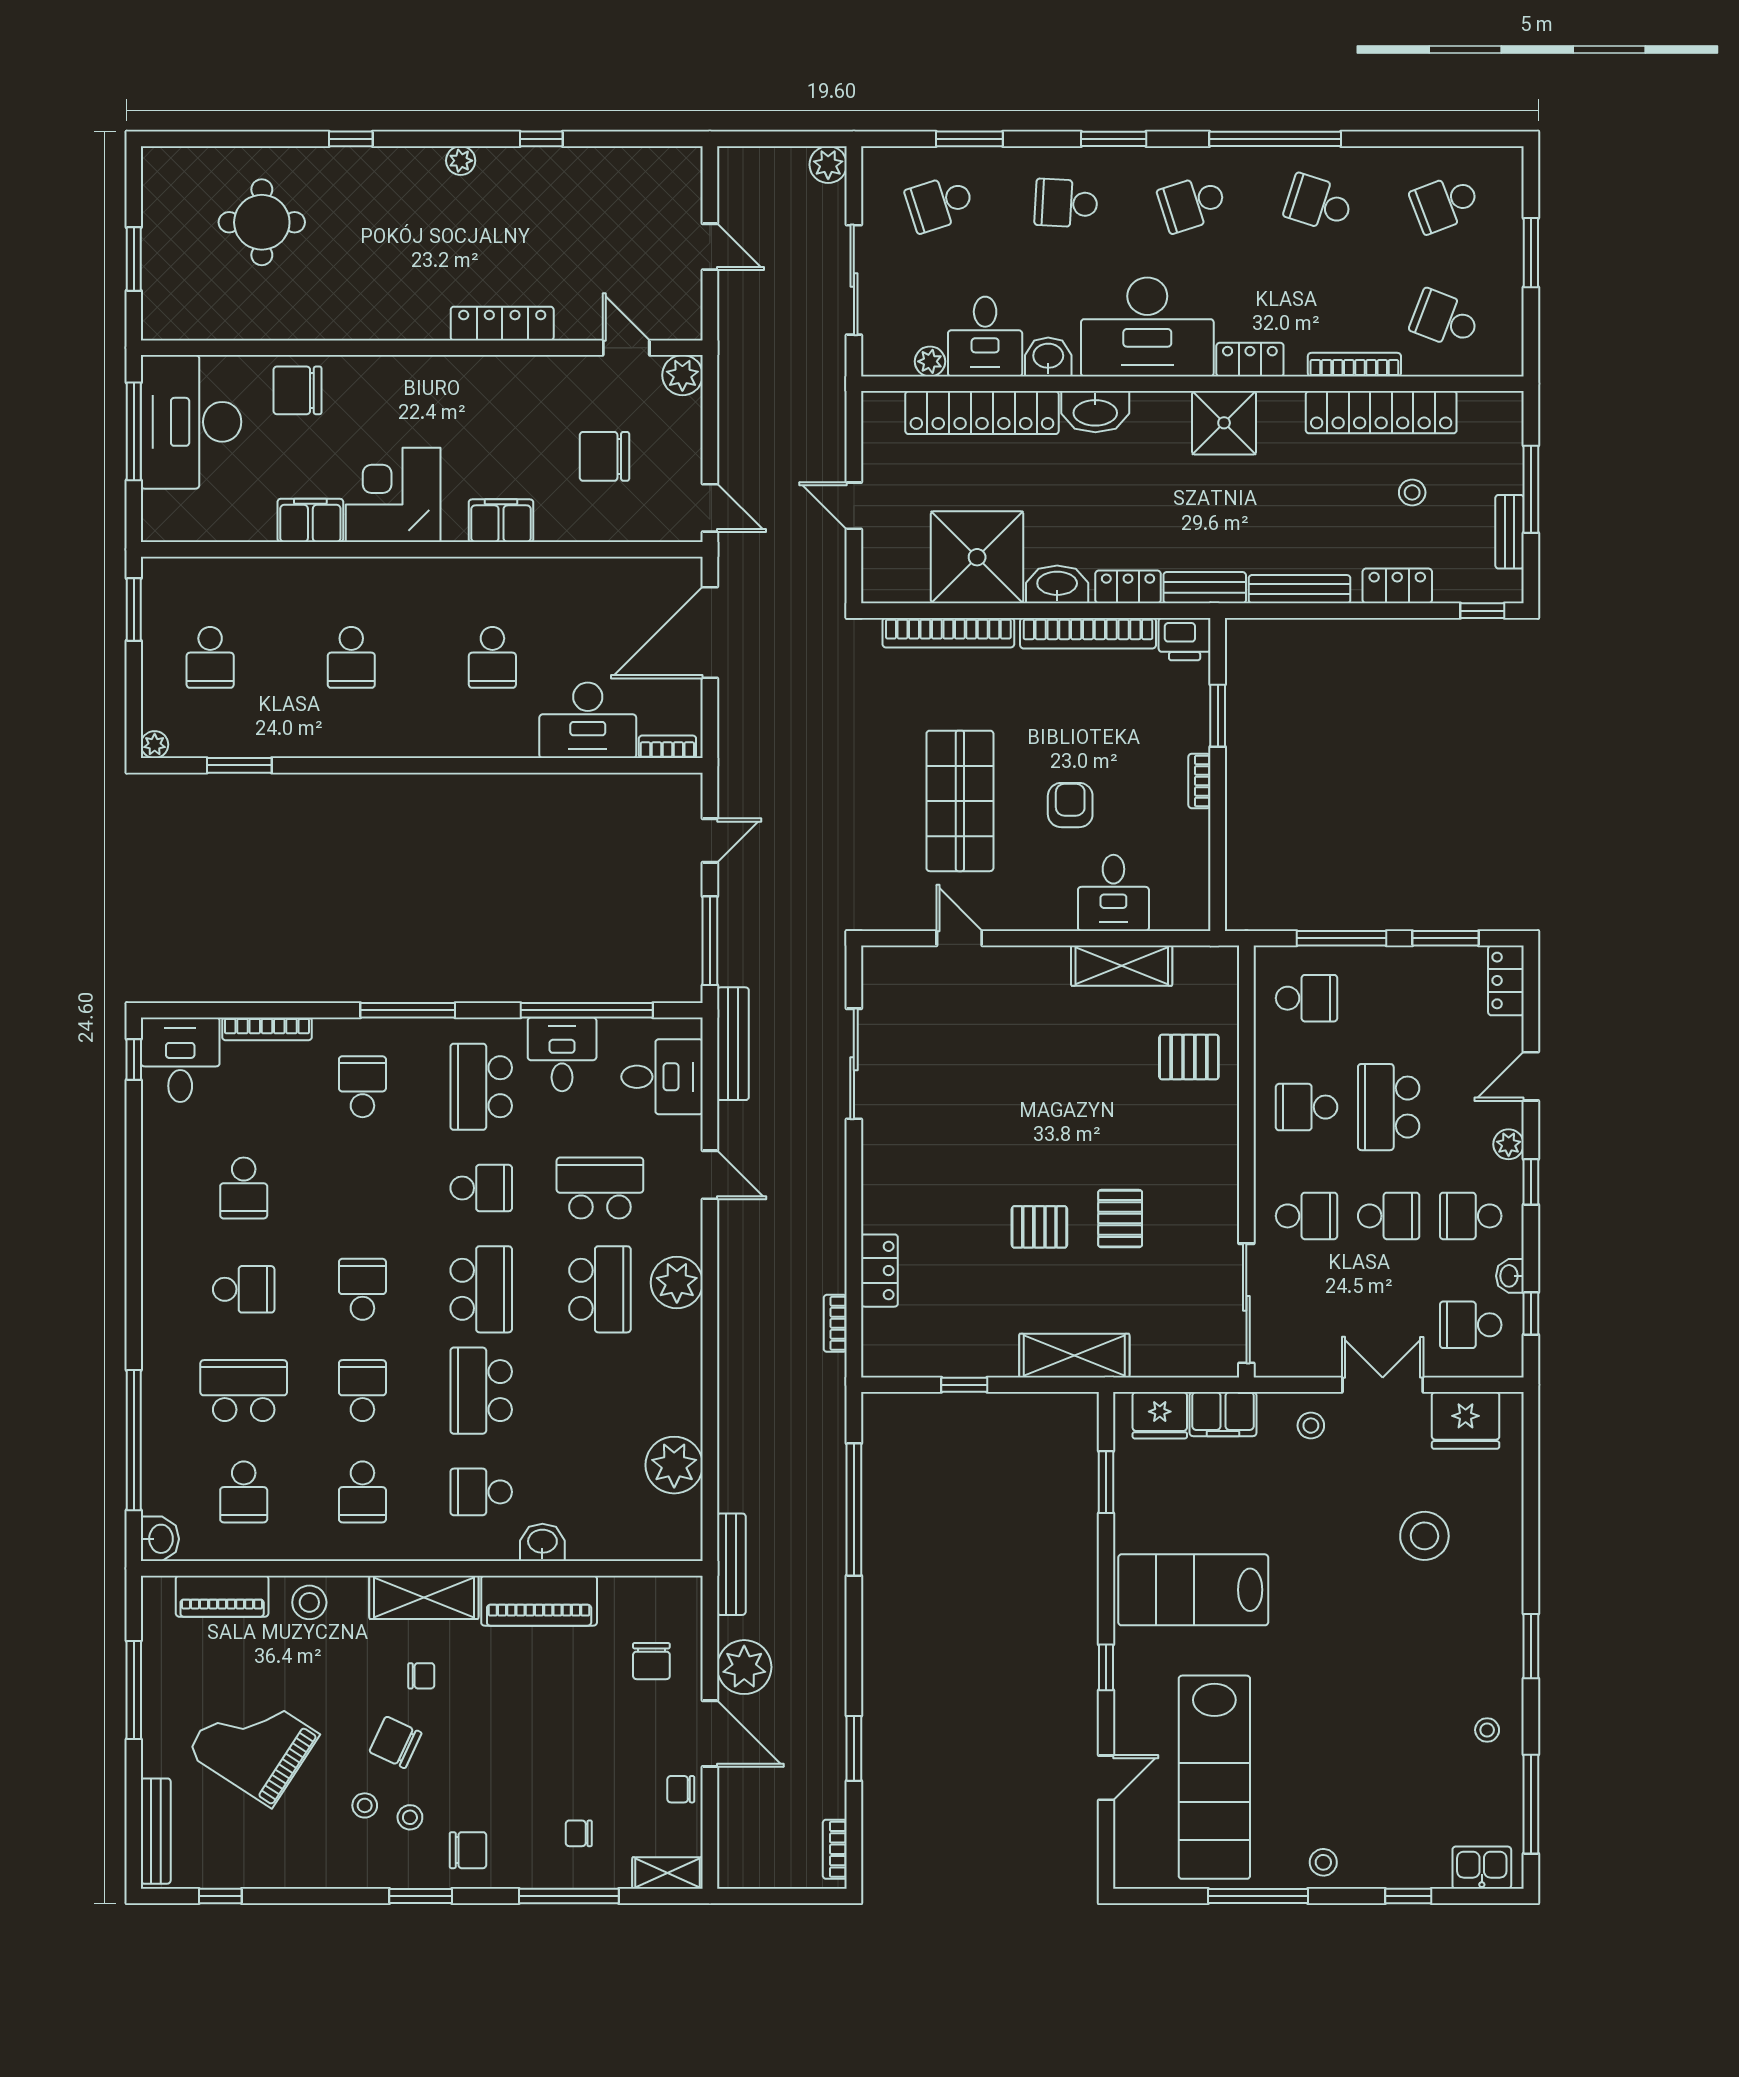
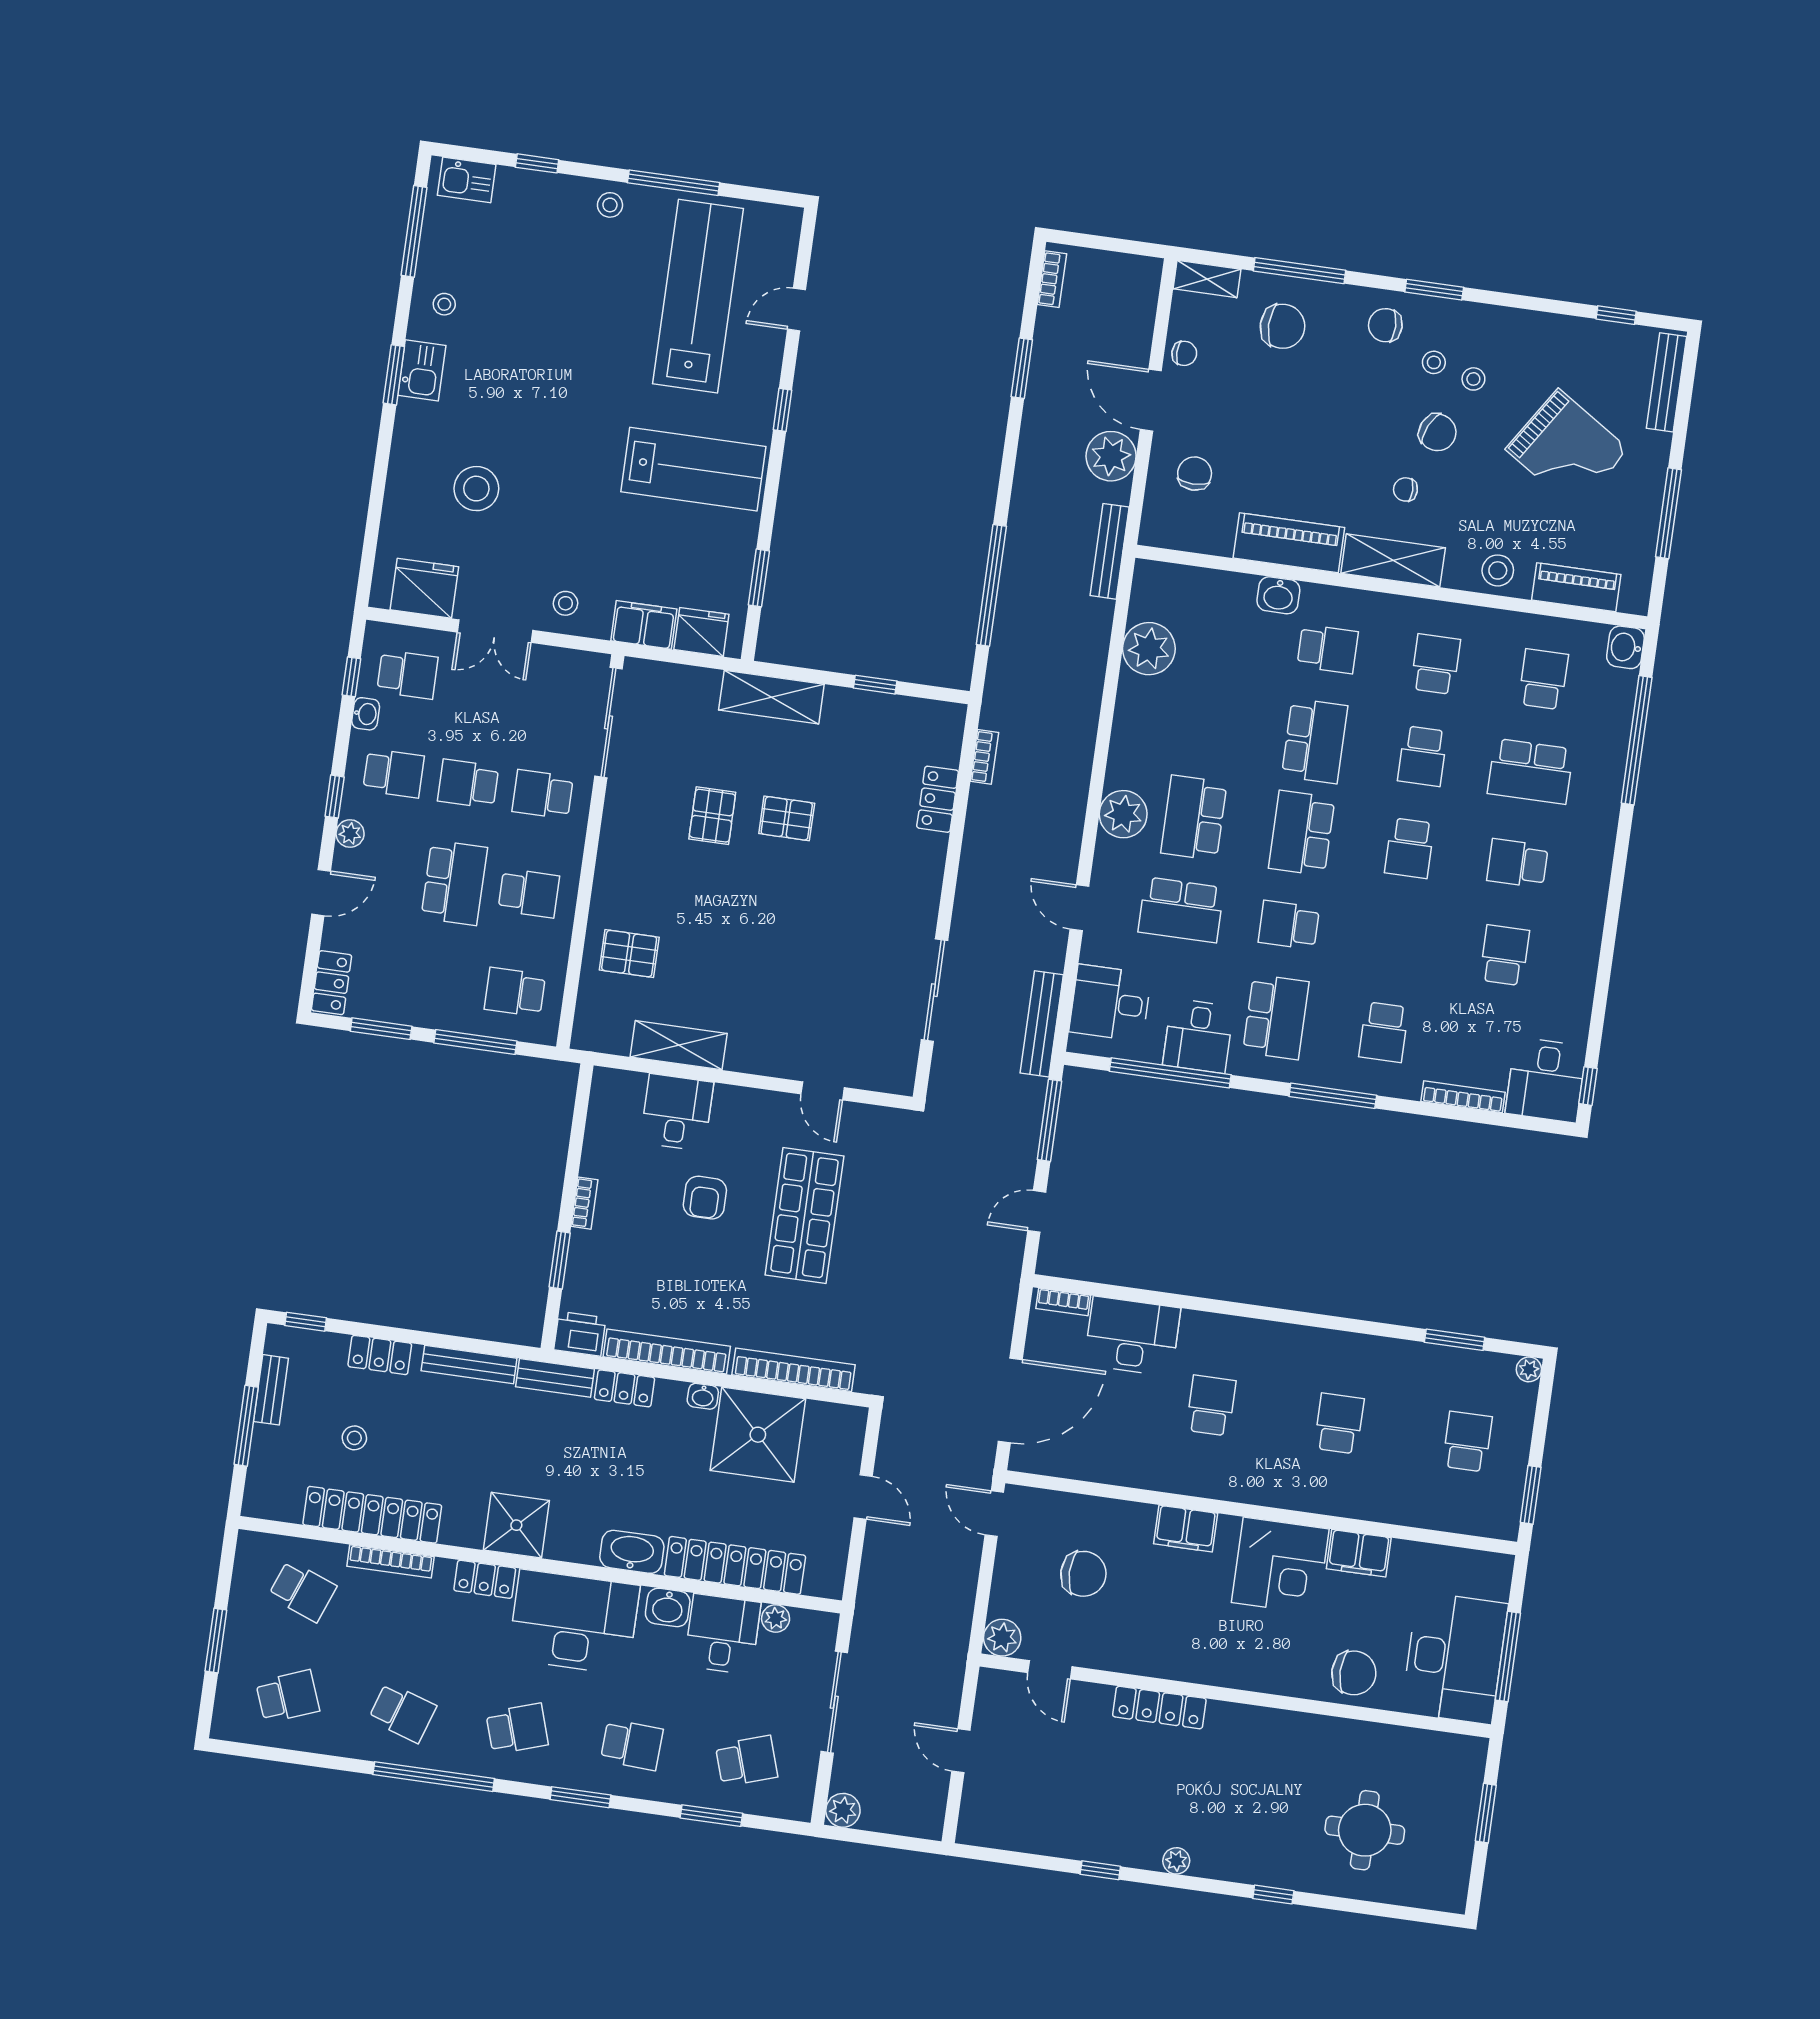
washbasin: (1057, 584) -> (703, 1396), width x0.52, depth x0.69
kitchen sink: (1501, 1655) -> (422, 370), added
chair: (579, 1833) -> (1283, 326), width x1.87, depth x1.87

